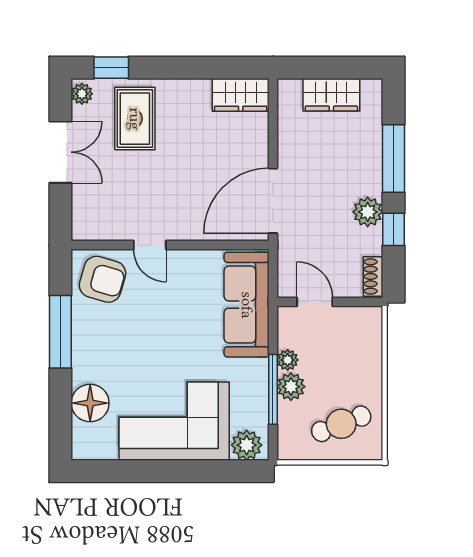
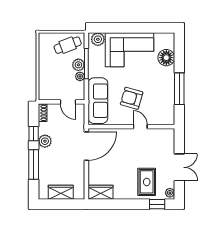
double door: (60, 152) -> (179, 167), swing flipped
armchair: (102, 279) -> (132, 98), moved
cafe table: (341, 424) -> (68, 45), moved

